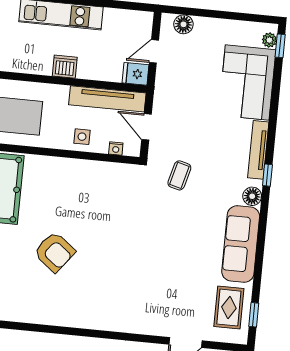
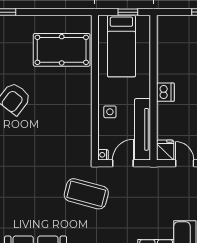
nightstand: (116, 149) -> (103, 155), moved
coffee table: (179, 175) -> (86, 194), width x1.86, depth x1.72

